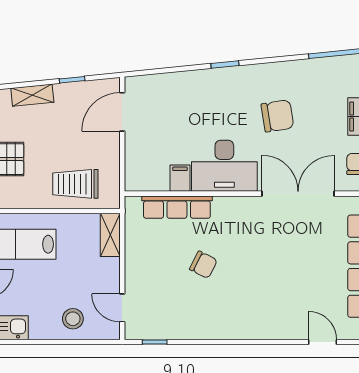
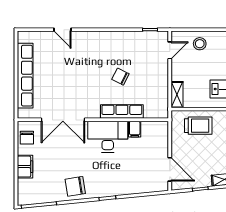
door: (122, 112) -> (170, 169), hinge flipped
chair: (277, 116) -> (75, 186), moved
row of seats: (177, 207) -> (122, 112), moved
door: (122, 308) -> (170, 50), hinge flipped
door: (323, 342) -> (62, 30), moved

